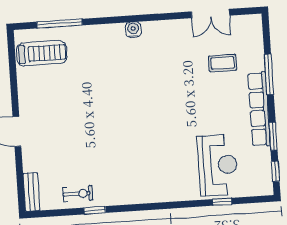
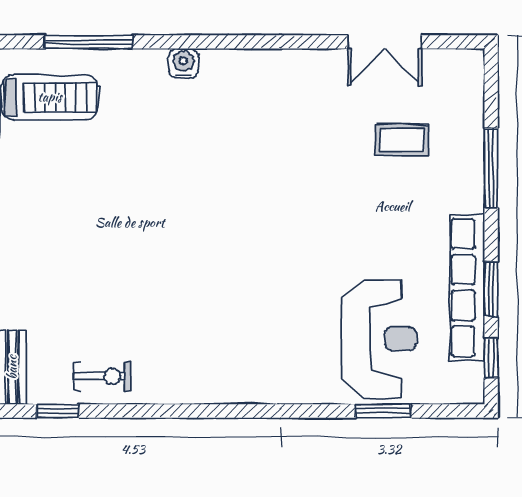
water cooler: (133, 30) -> (183, 63), moved
row of seats: (259, 109) -> (467, 288), moved
window: (222, 202) -> (383, 411), width x1.50
window: (95, 210) -> (58, 411), moved

